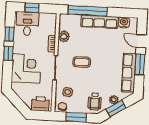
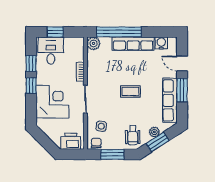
plant: (64, 36) -> (94, 43), moved
coffee table: (82, 62) -> (130, 91), moved

